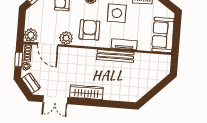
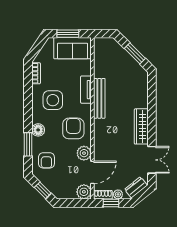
armchair: (89, 30) -> (73, 128), turned 90
window: (177, 32) -> (68, 34), added
window: (154, 92) -> (135, 53), added

